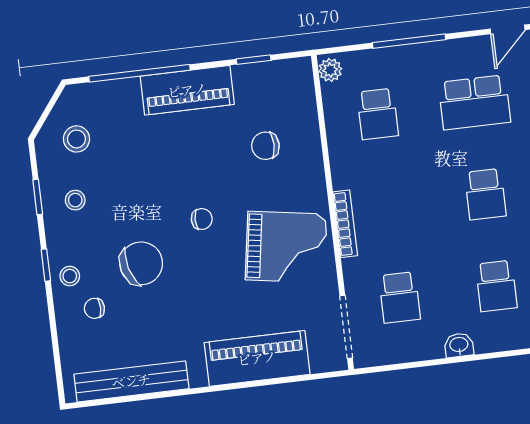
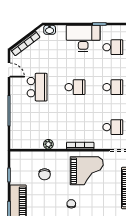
plant: (330, 70) -> (48, 144), moved
school desk: (378, 114) -> (37, 127), removed
grand piano: (286, 247) -> (87, 171), turned 81

